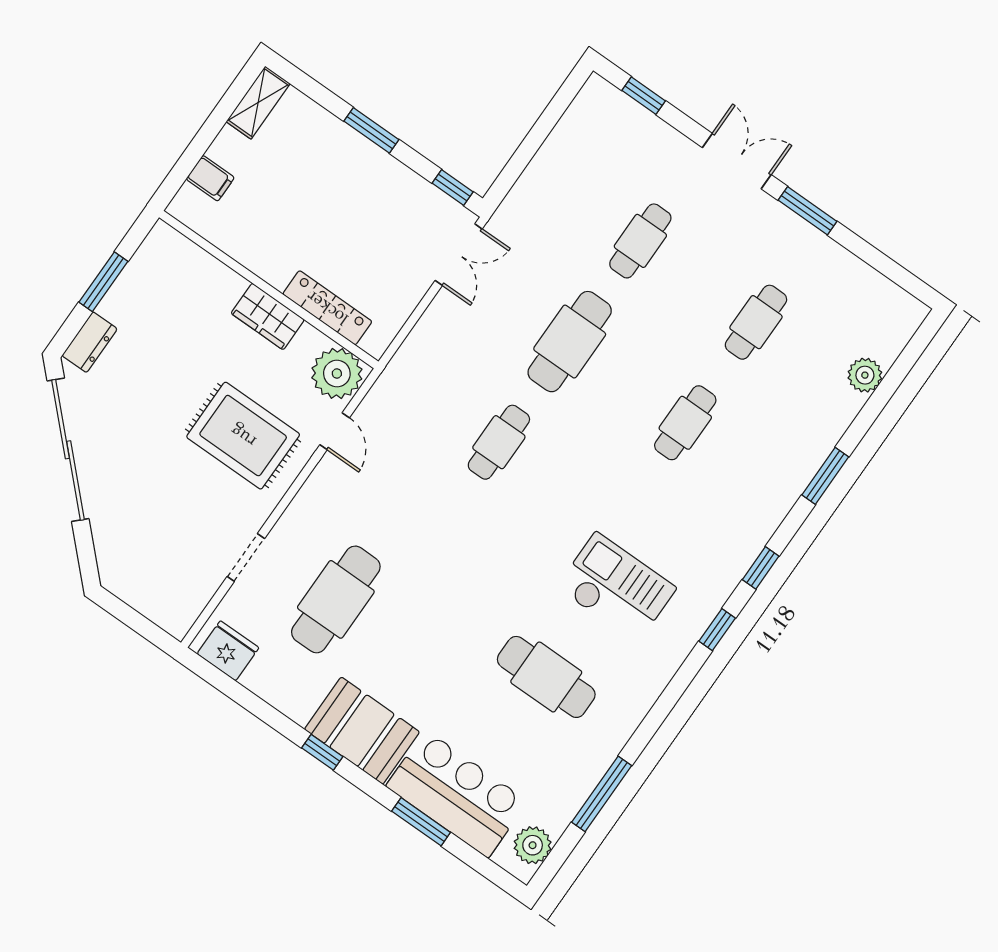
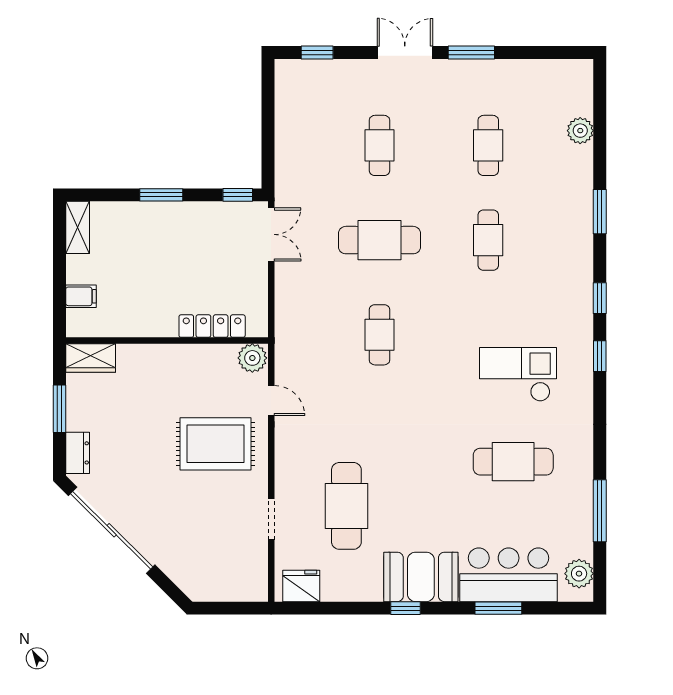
wardrobe: (268, 316) -> (91, 358), moved
cafe table: (570, 342) -> (379, 240), turned 90
plant: (337, 374) -> (252, 358), width x0.73, depth x0.73

